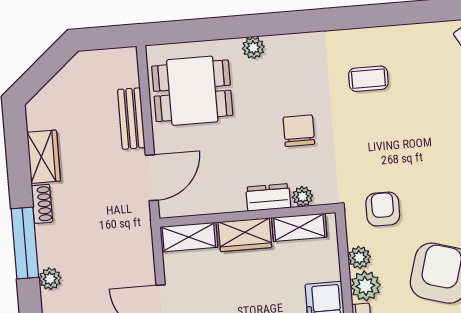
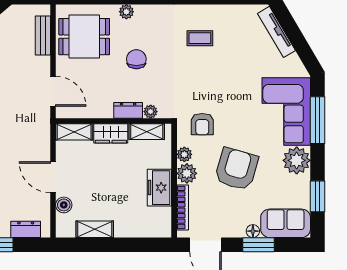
bench: (131, 119) -> (43, 36), moved
chair: (299, 131) -> (136, 59), moved
door: (152, 178) -> (53, 91), hinge flipped
armchair: (383, 209) -> (202, 124), turned 180

